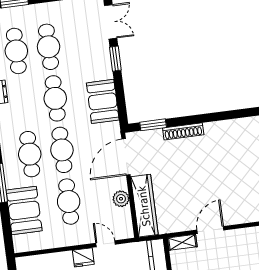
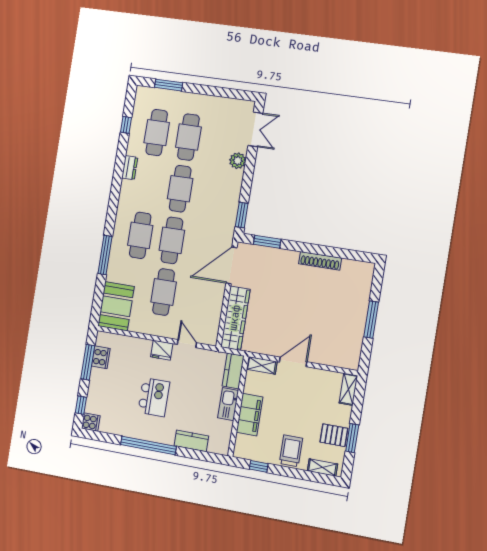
window: (115, 59) -> (242, 215), moved
booth: (103, 101) -> (225, 205), removed
shoe rack: (183, 131) -> (320, 261), moved
plant: (121, 199) -> (238, 161), moved
booth: (24, 210) -> (116, 306), moved

